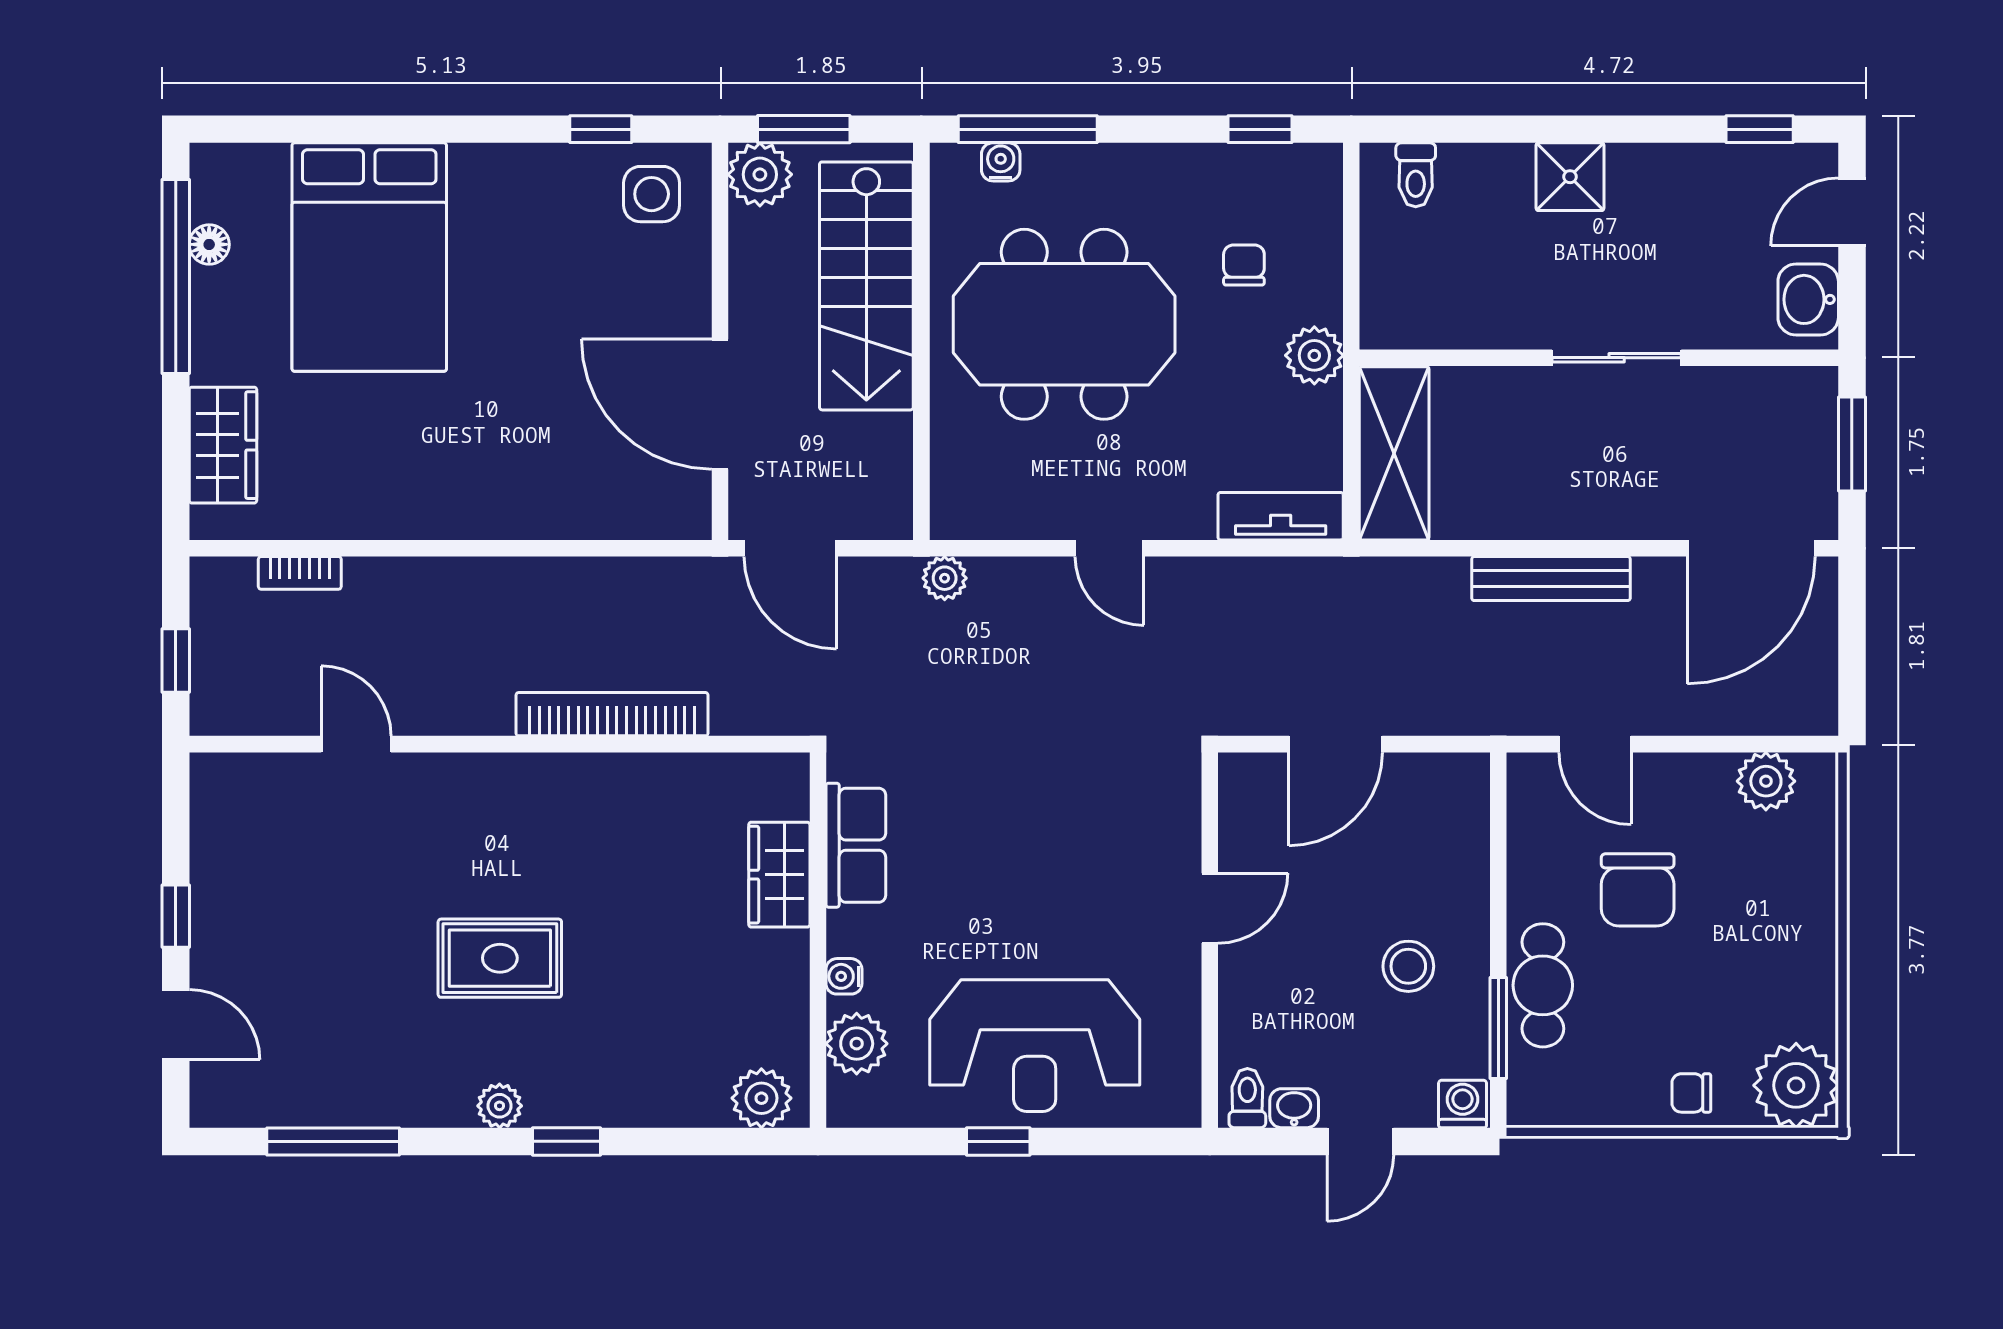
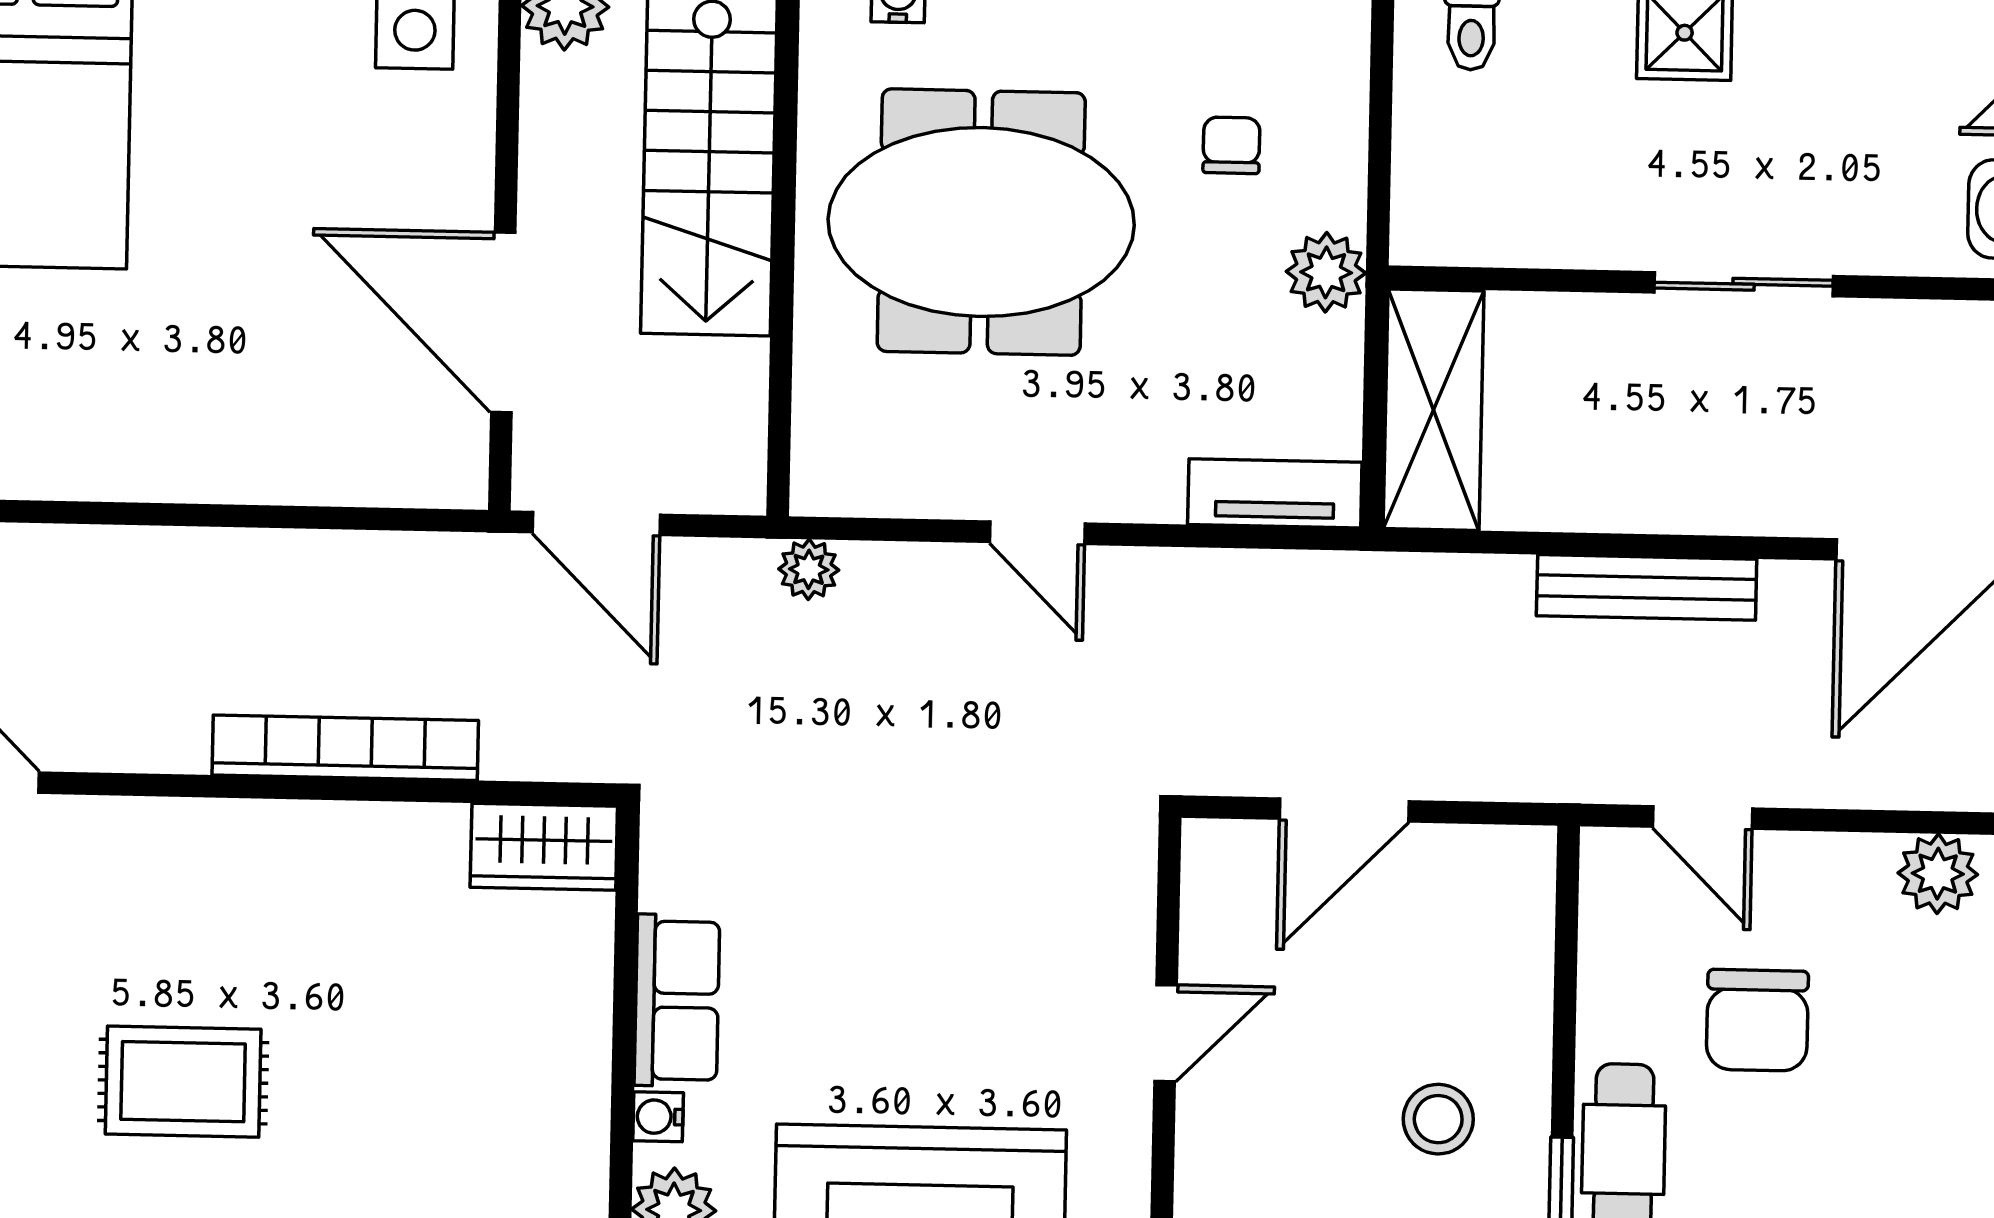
row of seats: (856, 845) -> (677, 1000), moved
wardrobe: (779, 875) -> (544, 847), moved, turned -90

